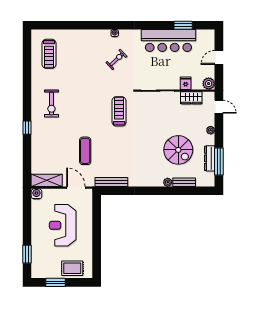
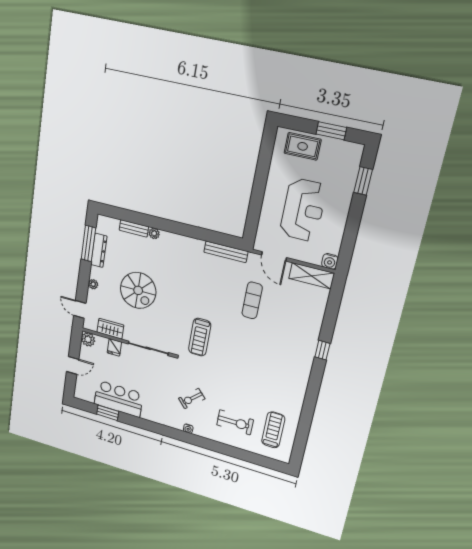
bar counter: (168, 41) -> (119, 399), width x0.73
exercise bike: (51, 104) -> (235, 422), moved, turned 90
spiral stairs: (178, 150) -> (138, 290), moved, turned 180

